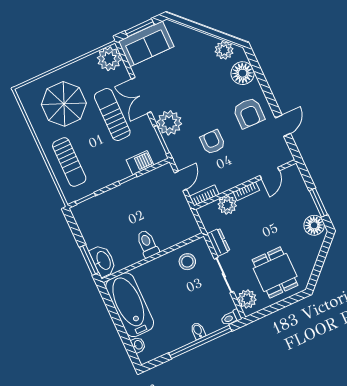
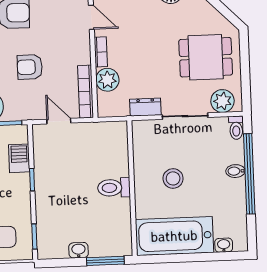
bookcase: (204, 195) -> (86, 92), width x1.56
washbasin: (103, 261) -> (79, 250), moved, width x0.52, depth x0.69
stool: (187, 262) -> (173, 178), moved

